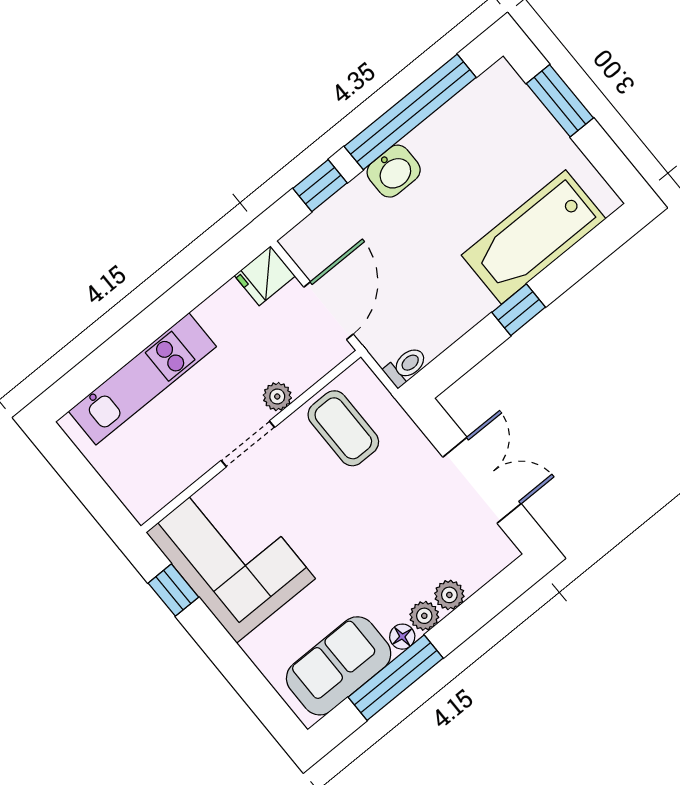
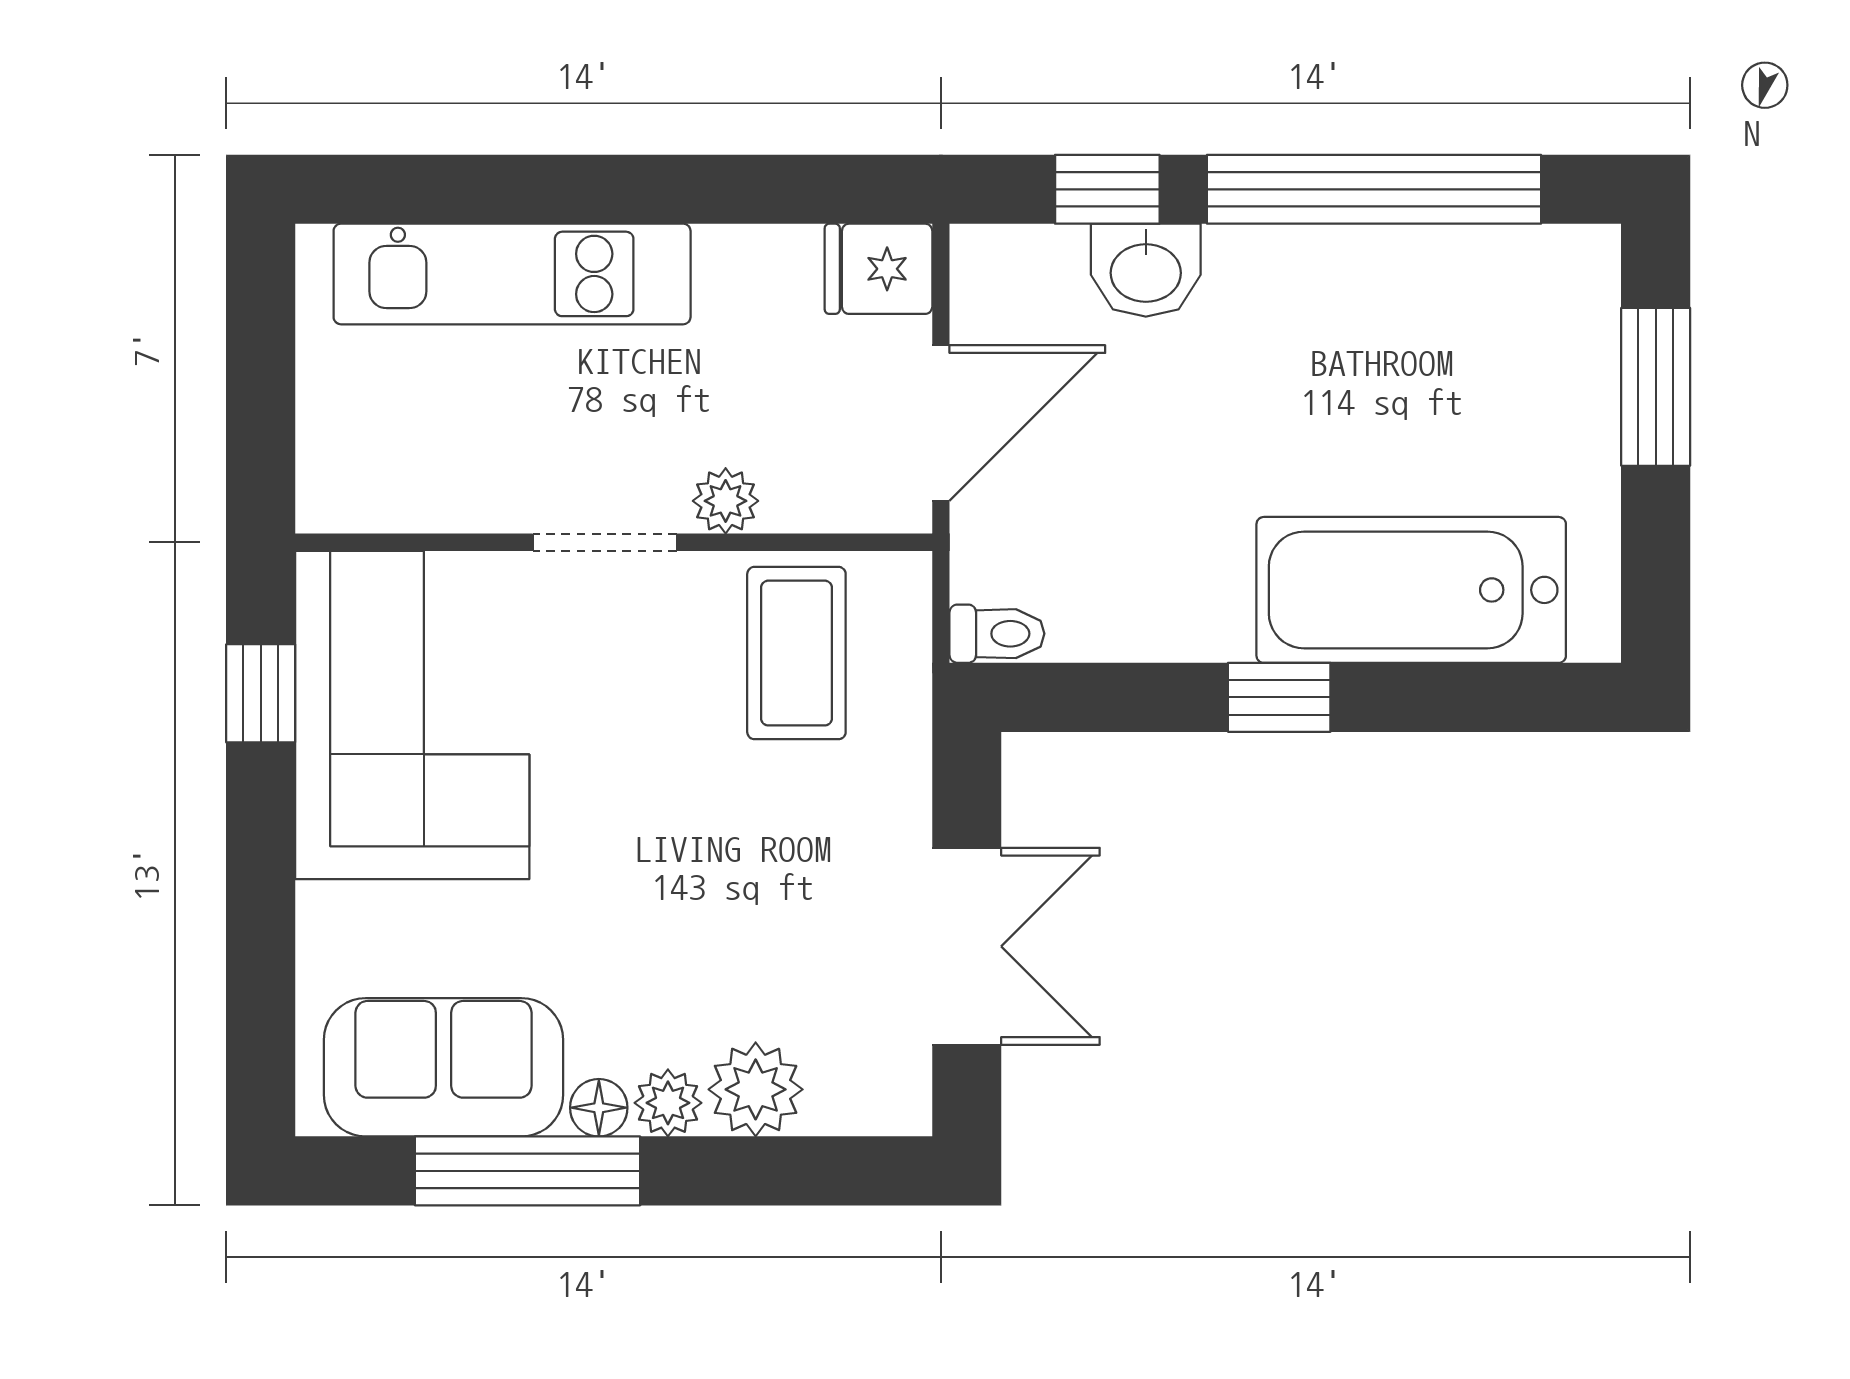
washbasin: (394, 171) -> (1146, 270), moved
plant: (449, 595) -> (756, 1089), width x1.38, depth x1.38

